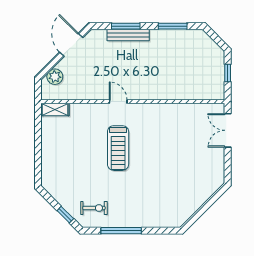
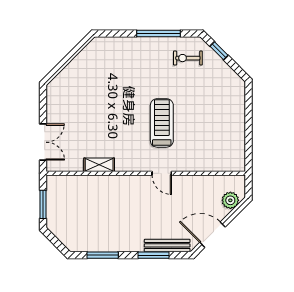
bench: (128, 35) -> (167, 245), moved
door: (71, 45) -> (213, 235), swing flipped
window: (228, 73) -> (43, 204), width x1.50
shelving: (55, 109) -> (99, 165), moved

